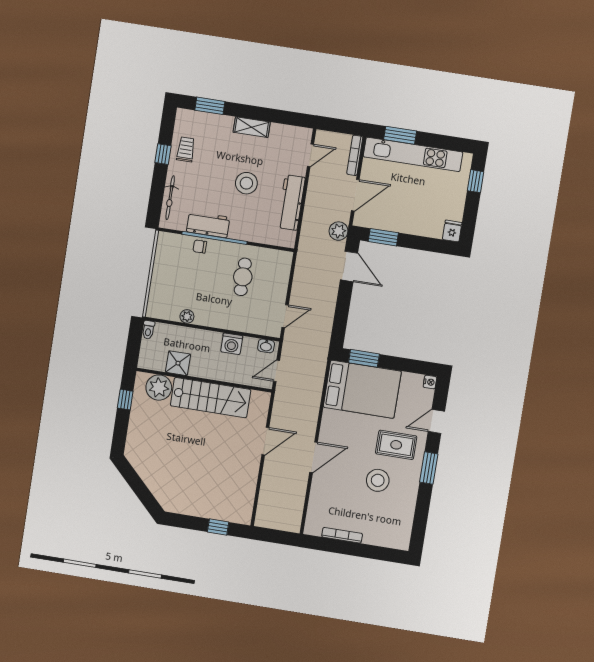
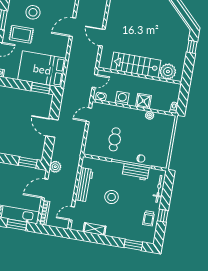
shelving: (252, 127) -> (95, 229), moved
door: (349, 266) -> (52, 128), moved
shower: (178, 363) -> (143, 101), moved
window: (125, 400) -> (192, 47), moved
door: (265, 441) -> (102, 37), hinge flipped

